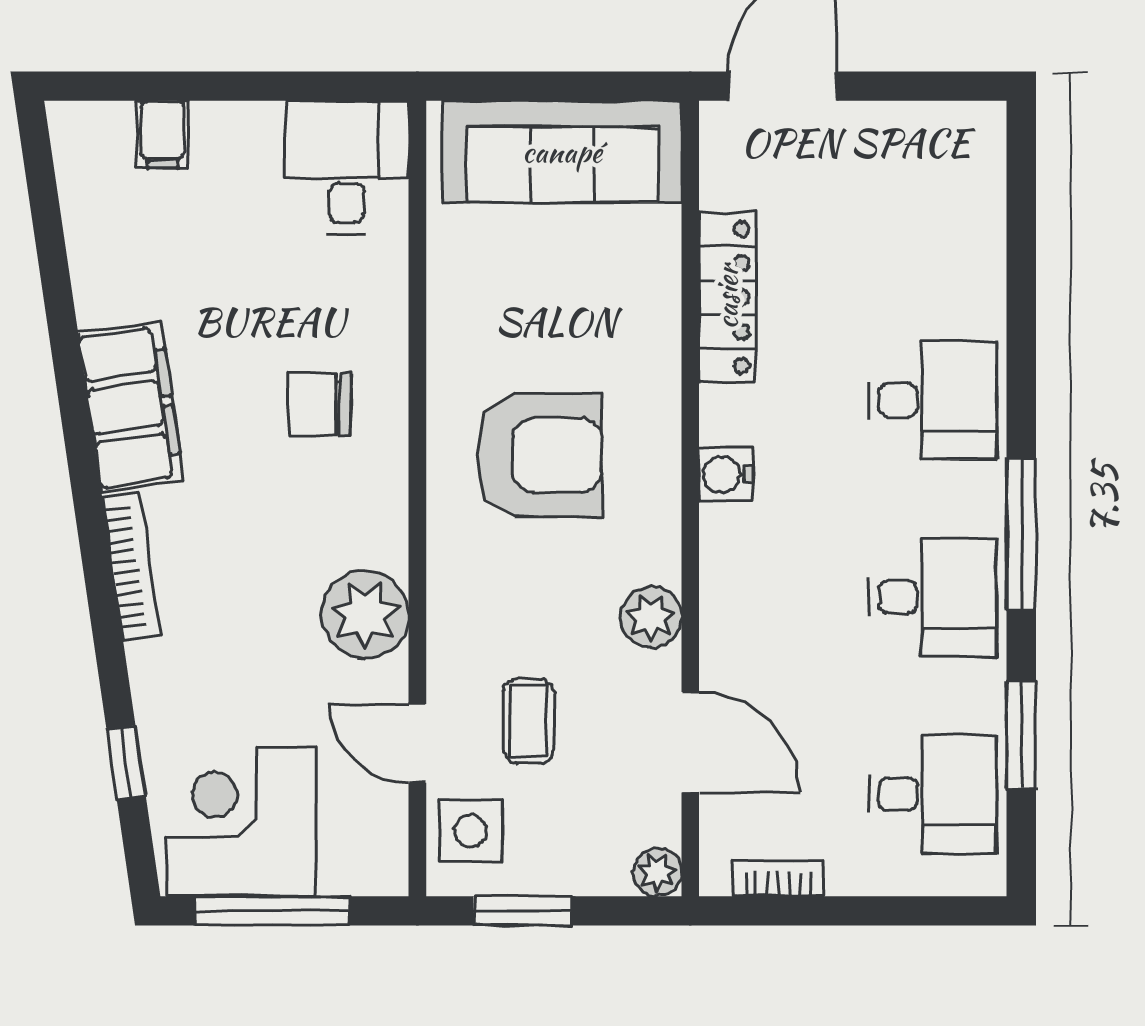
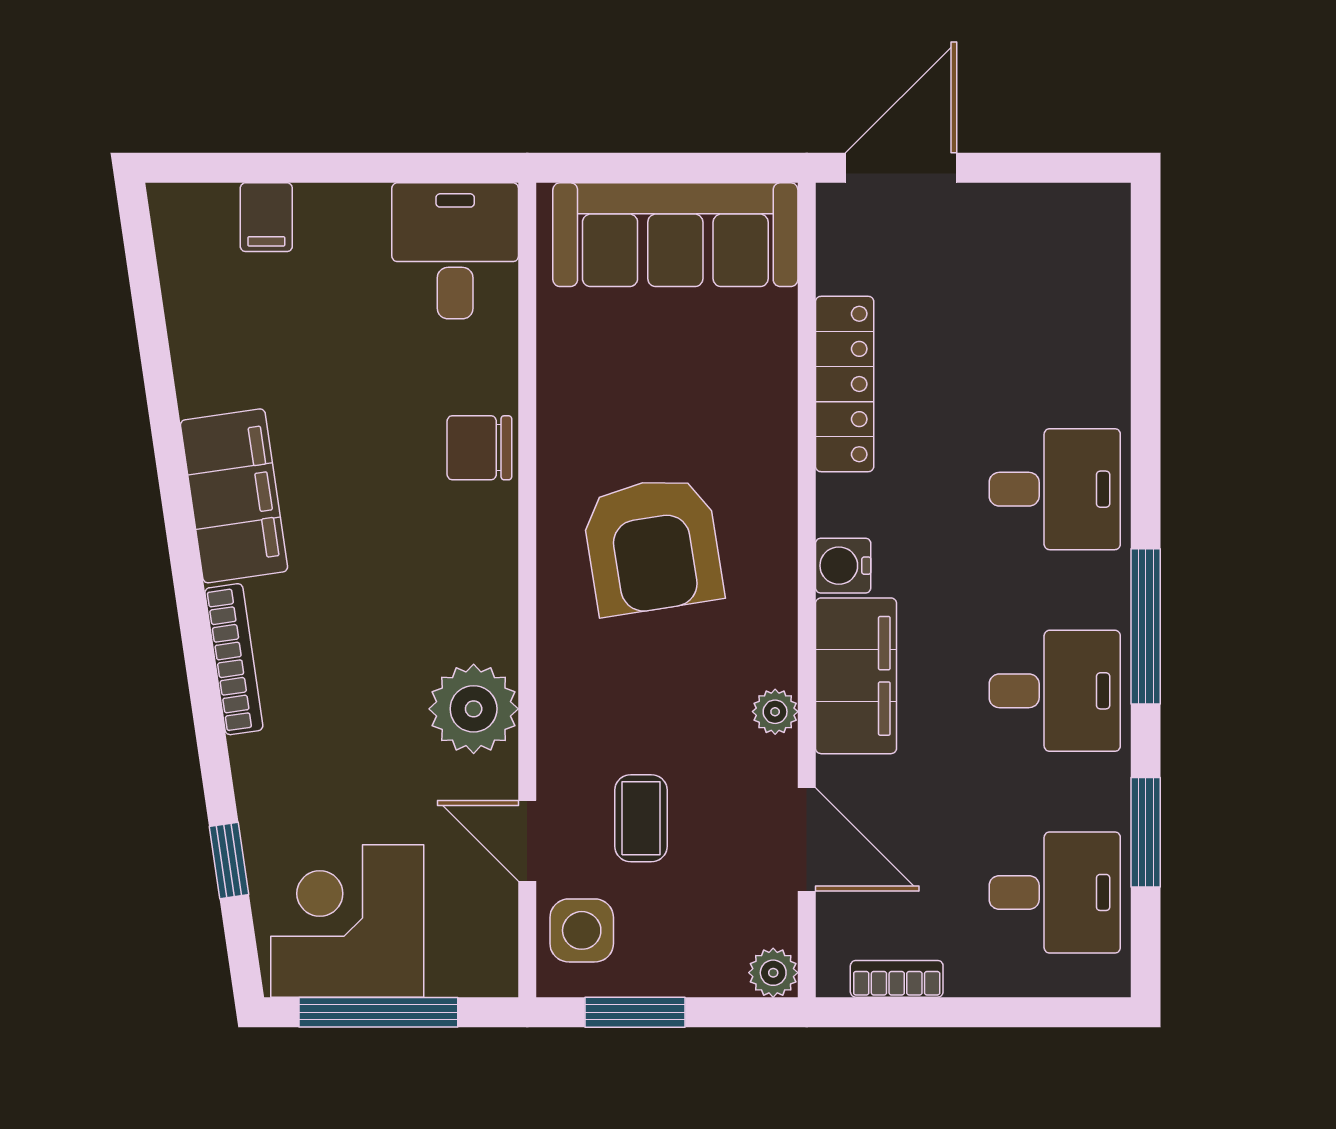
chair: (319, 404) -> (479, 448), moved
armchair: (540, 455) -> (653, 546), turned 81
filing cabinet: (738, 582) -> (856, 676), added
plant: (651, 617) -> (775, 712), width x0.73, depth x0.73

